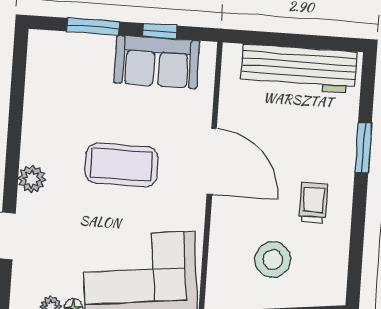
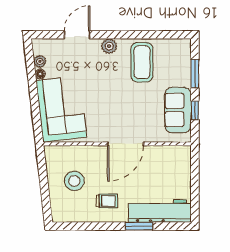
workbench: (299, 69) -> (160, 211), moved, turned 90
coffee table: (121, 165) -> (142, 62), moved

